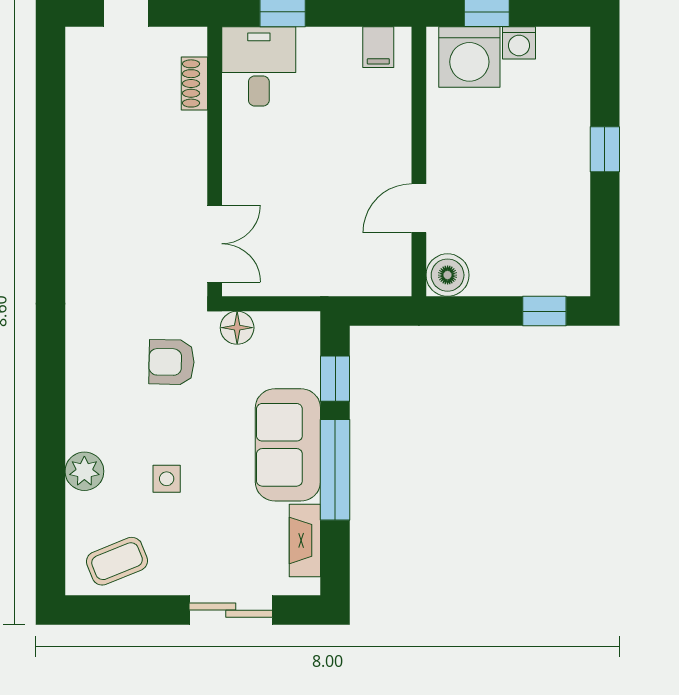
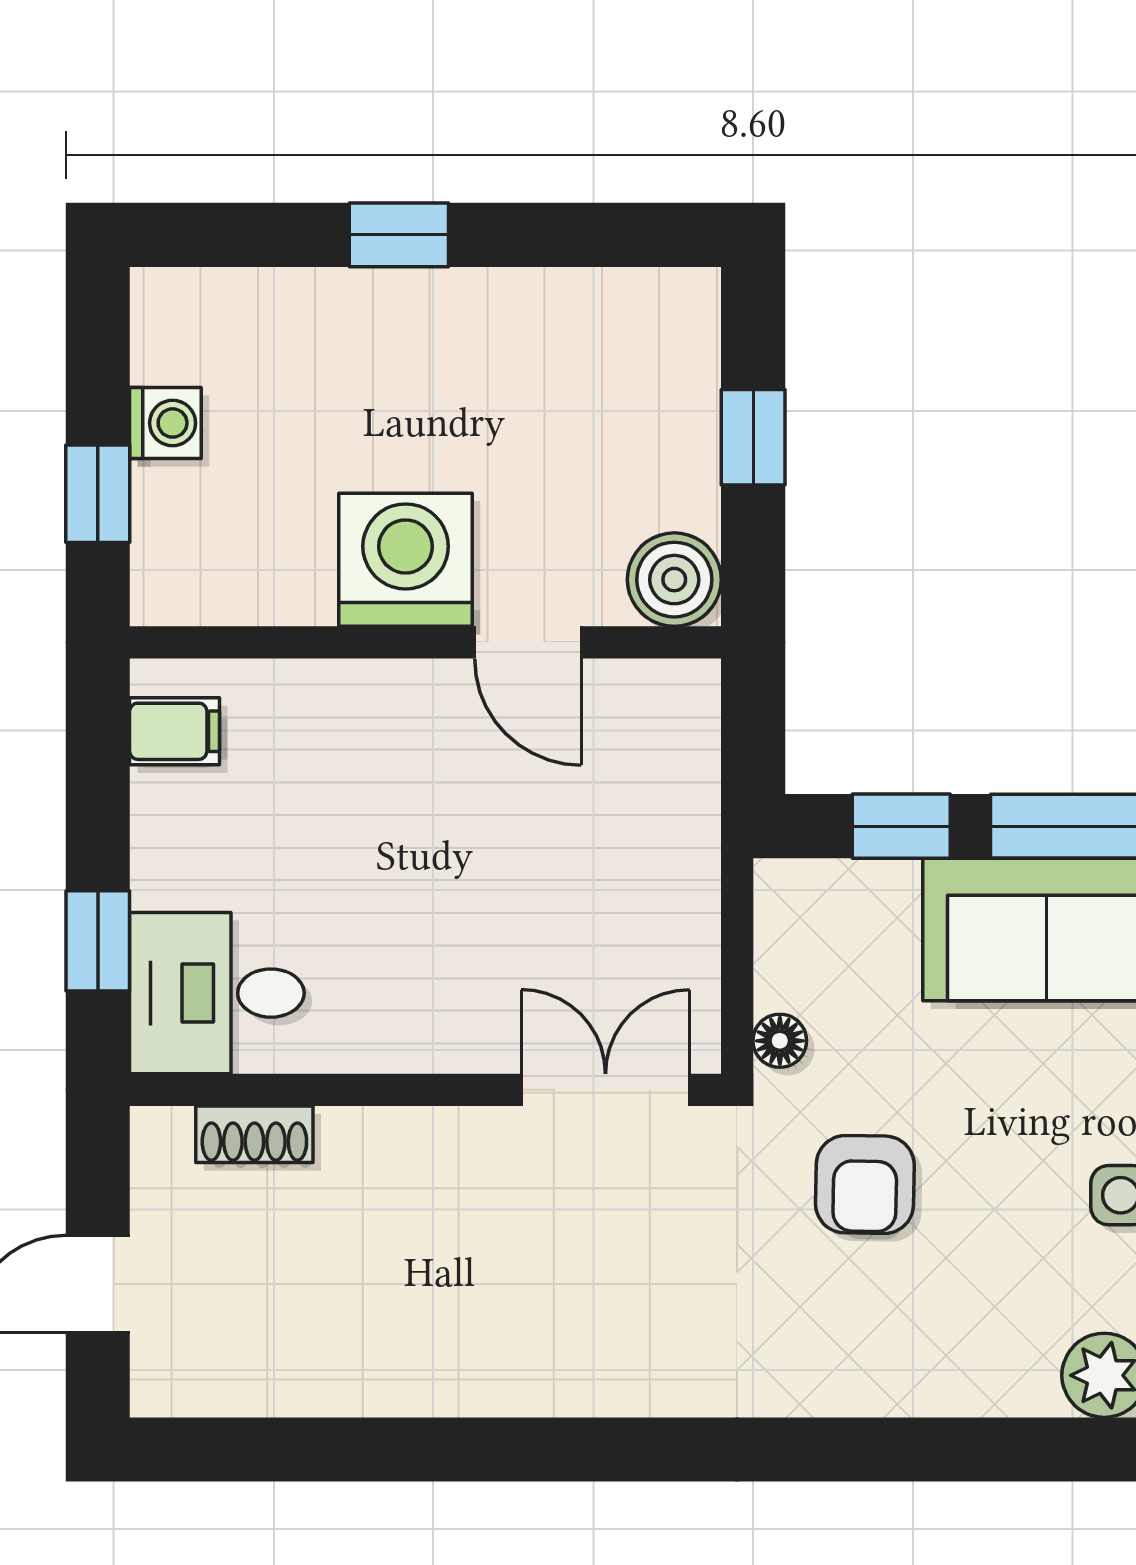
washing machine: (469, 57) -> (406, 560), moved, turned -90
window: (544, 311) -> (753, 437), moved
floor lamp: (237, 328) -> (780, 1041), width x0.73, depth x0.73

